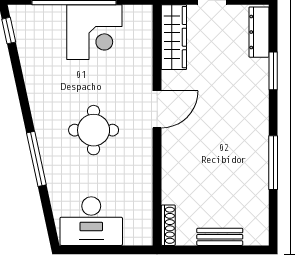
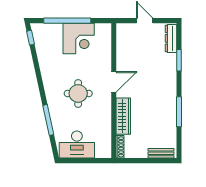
wardrobe: (174, 37) -> (123, 116), moved
window: (36, 159) -> (48, 120), moved
bench: (220, 237) -> (161, 153), moved

